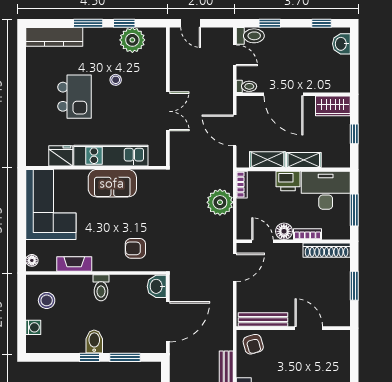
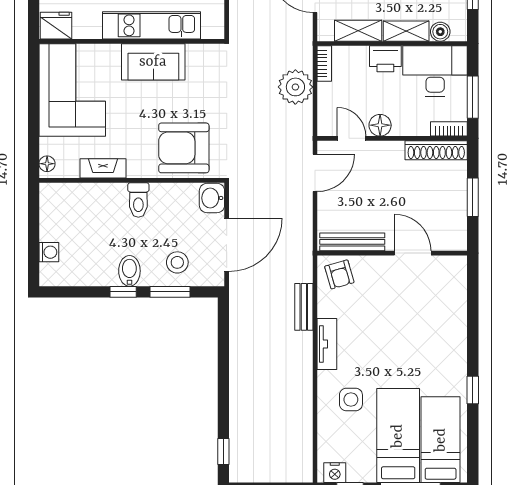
fridge: (61, 156) -> (56, 26), moved
boiler: (330, 160) -> (440, 32), added
bookcase: (307, 234) -> (449, 129), moved
armchair: (135, 248) -> (184, 148), width x1.88, depth x1.88
stool: (47, 300) -> (177, 262), moved

